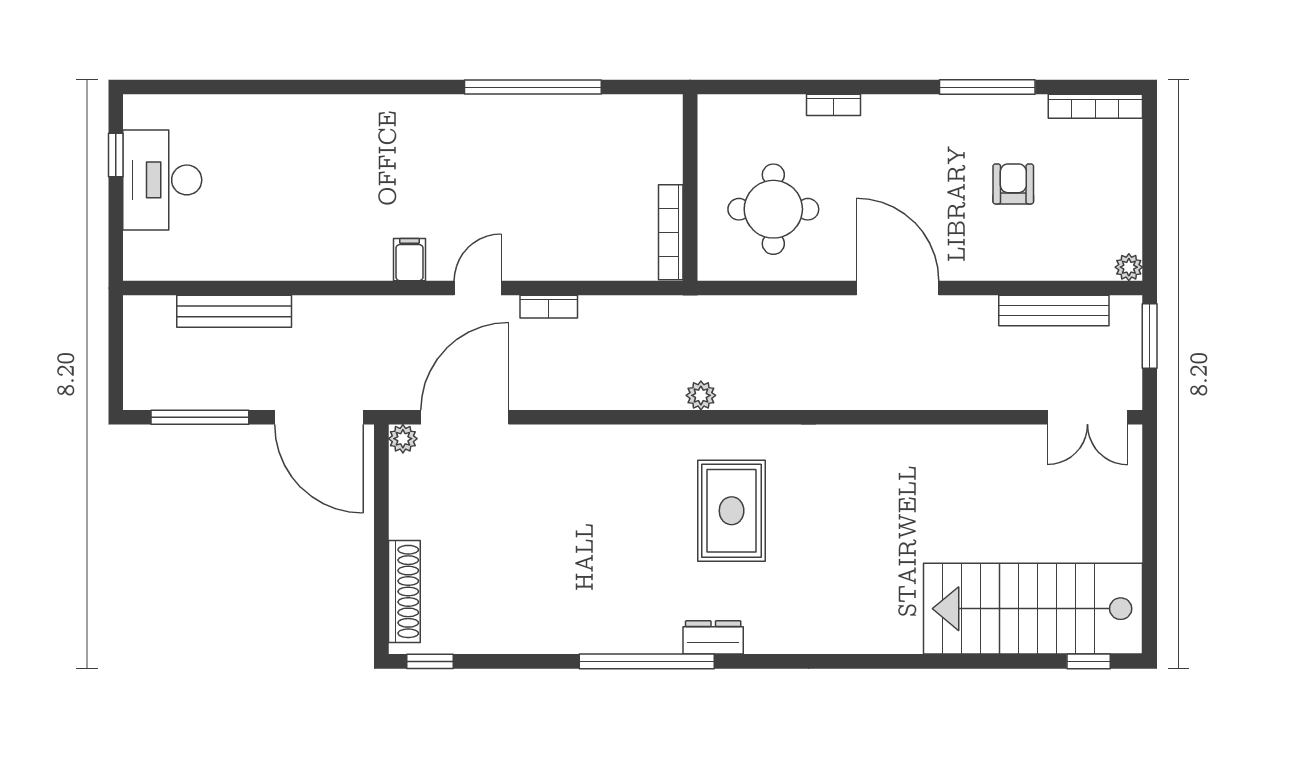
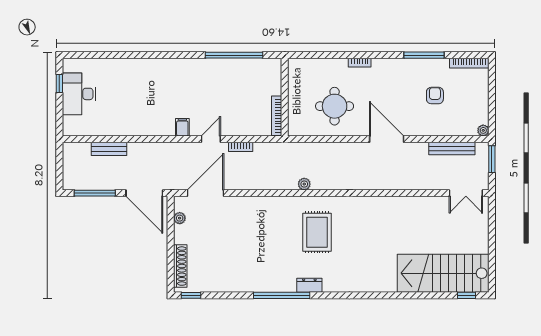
wall: (690, 188) -> (285, 97), moved
bookcase: (671, 232) -> (277, 116), moved
bench: (234, 311) -> (109, 149), width x0.73
plant: (403, 439) -> (180, 218), moved

